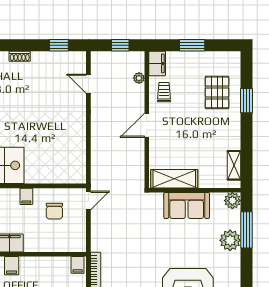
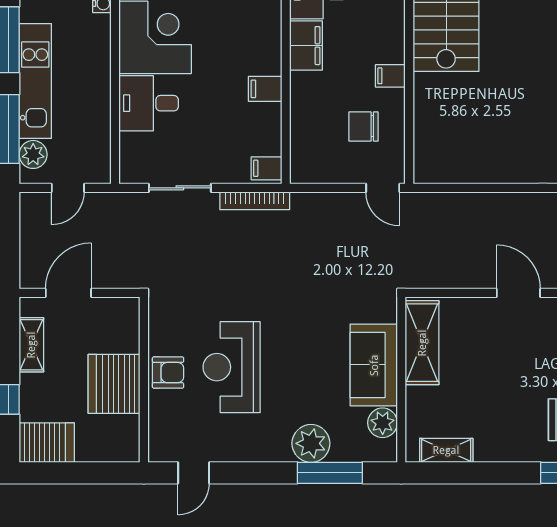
plant: (232, 201) -> (383, 423), moved
filing cabinet: (12, 266) -> (265, 89), moved

